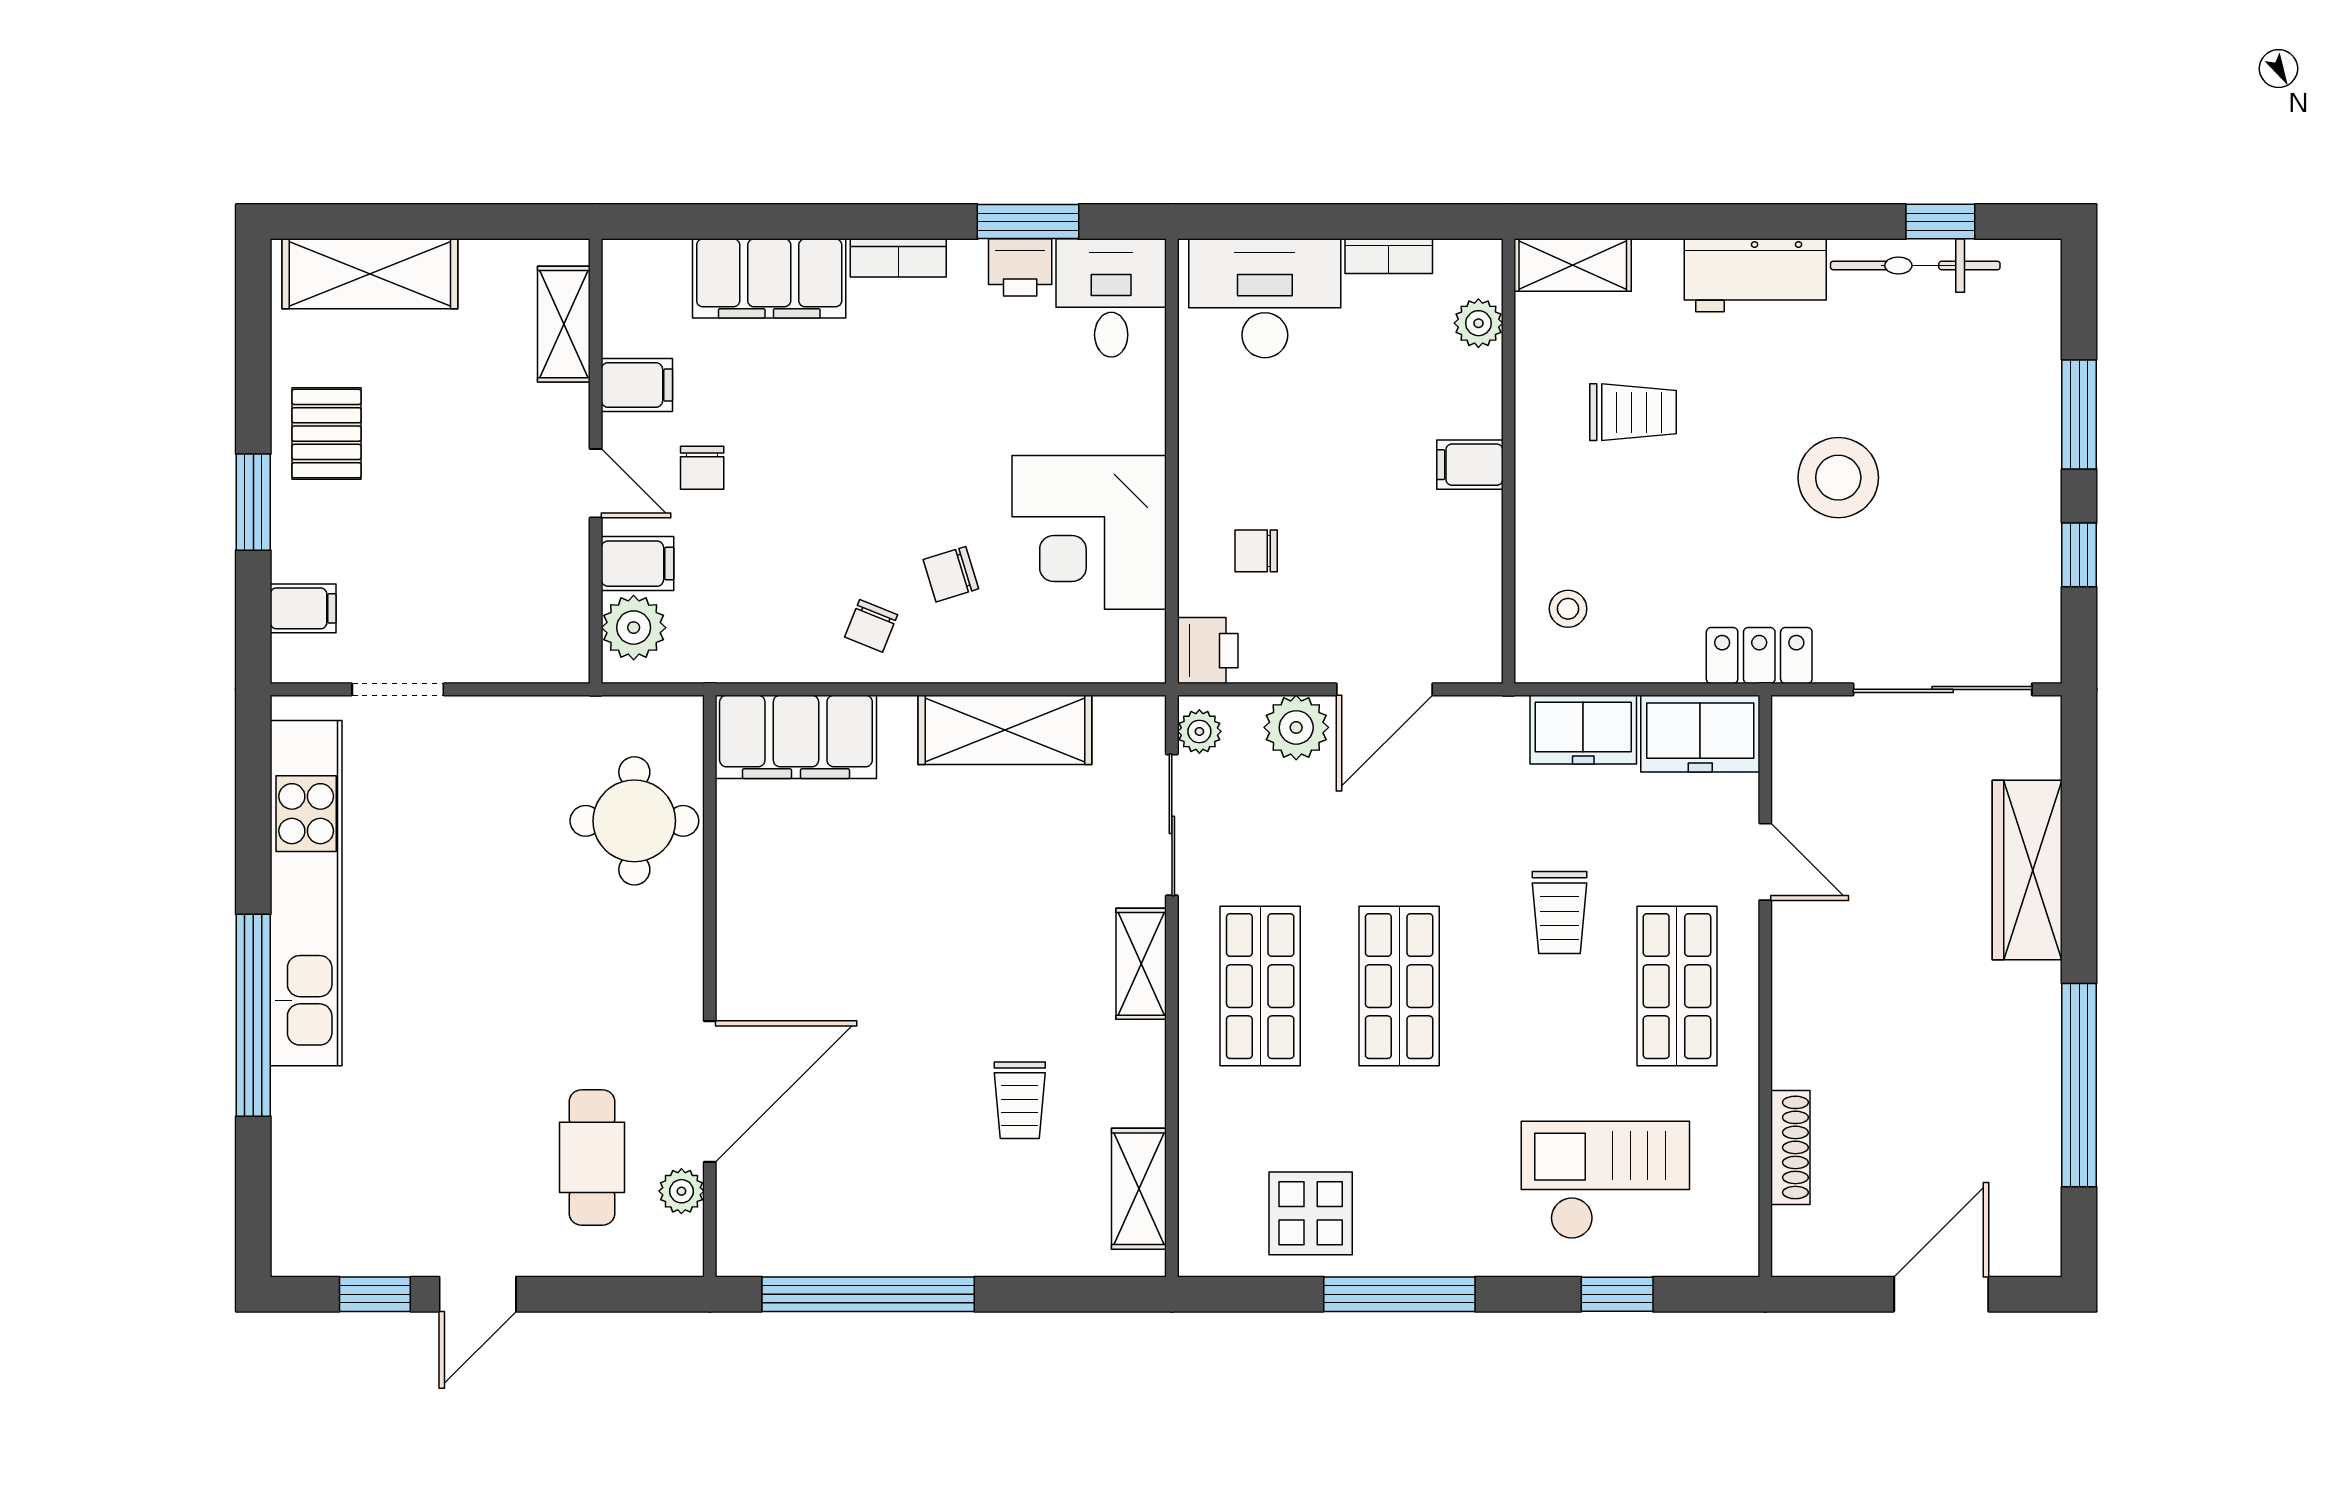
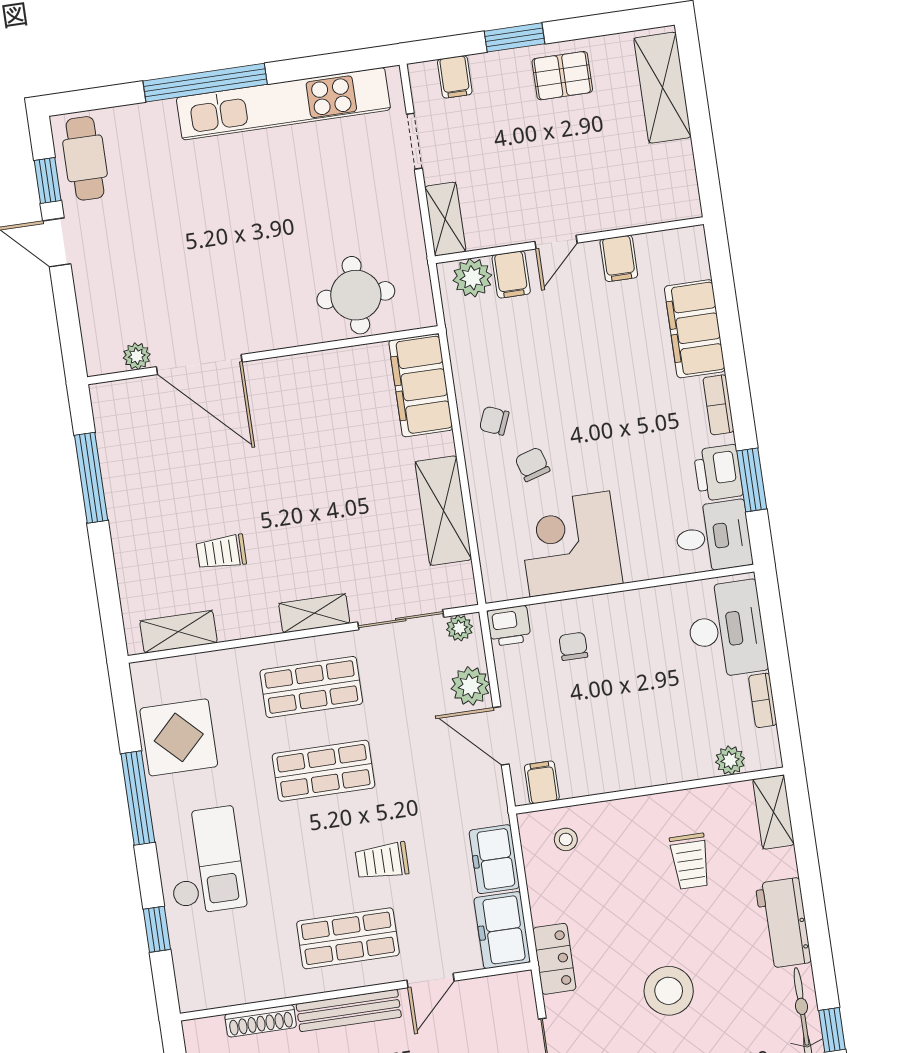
printer: (1020, 267) -> (718, 473), width x1.36, depth x1.24
shelving: (564, 324) -> (445, 219), moved, turned 90
filing cabinet: (1470, 465) -> (542, 782), moved
chair: (702, 468) -> (575, 305), removed
bench: (1794, 1002) -> (349, 1011), added
cafe table: (592, 1157) -> (85, 158), moved, turned 90
checkout: (1605, 1180) -> (204, 861), moved
display table: (1311, 1213) -> (179, 737), width x1.36, depth x1.36
window: (868, 1294) -> (91, 478), width x0.68

